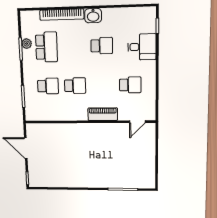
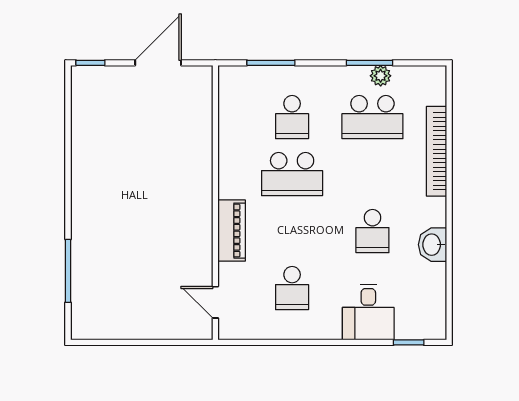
washbasin: (93, 16) -> (432, 245), moved
school desk: (75, 86) -> (292, 174), width x1.85

